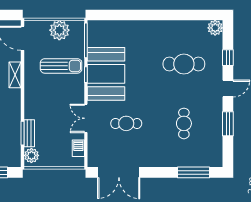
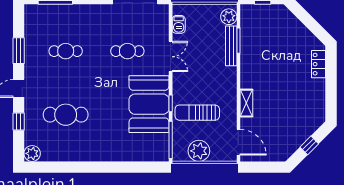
cafe table: (184, 123) -> (66, 51), turned 90
bench: (29, 133) -> (231, 46), width x1.36

